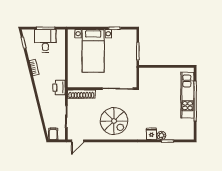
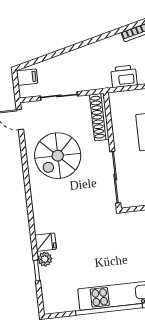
printer: (59, 87) -> (124, 76), moved
spiral stairs: (114, 121) -> (58, 156), moved

